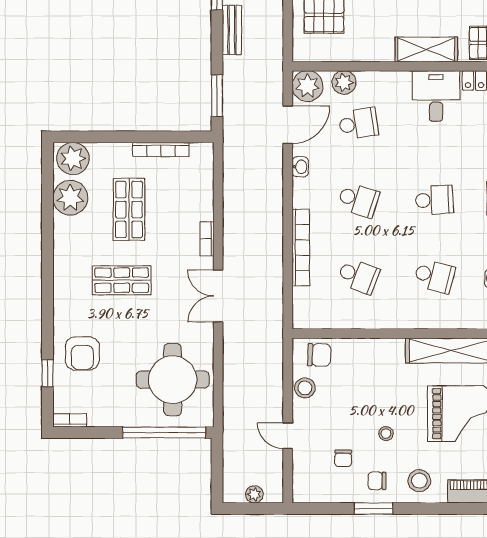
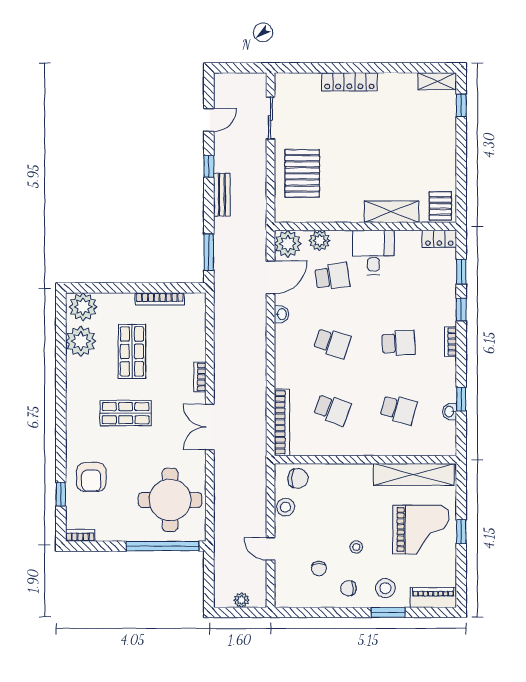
desk: (436, 96) -> (373, 252), moved
bookcase: (301, 247) -> (282, 422), moved
window: (374, 509) -> (388, 612), moved

